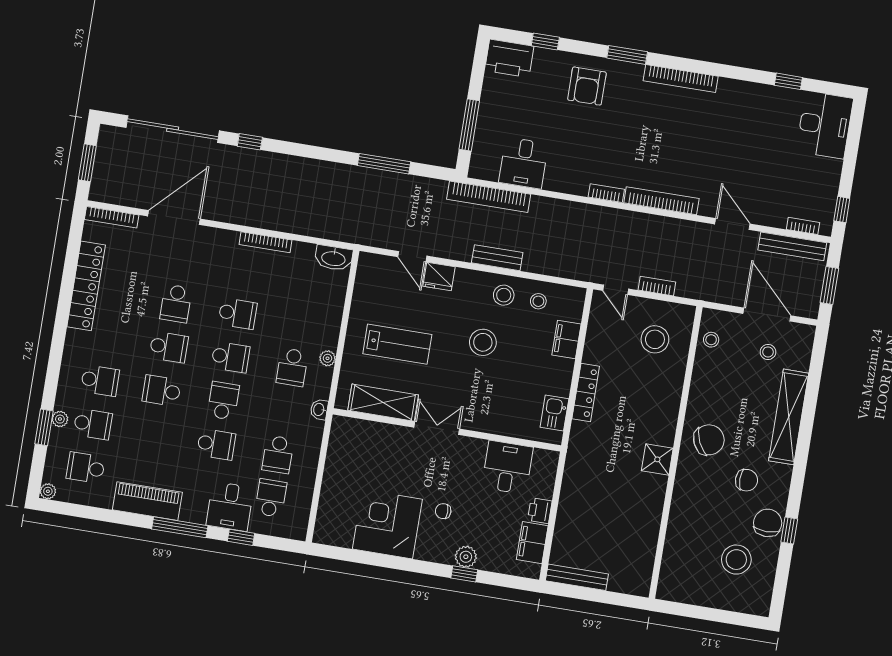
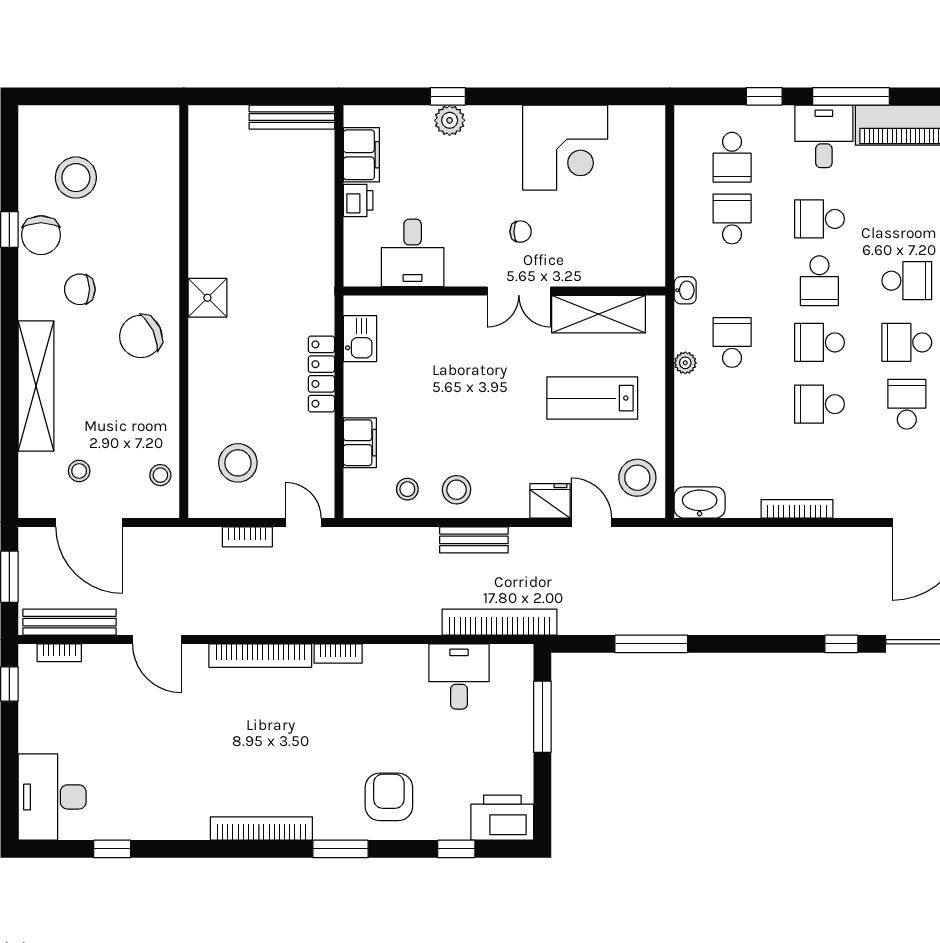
stool: (483, 342) -> (637, 478), moved
desk: (230, 506) -> (824, 136), moved
chair: (443, 511) -> (521, 232), moved

